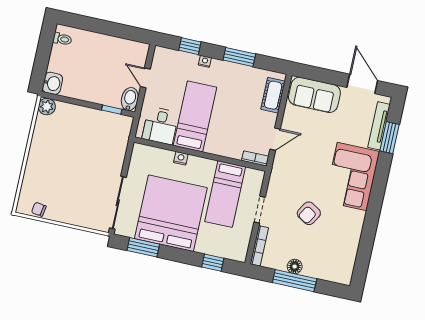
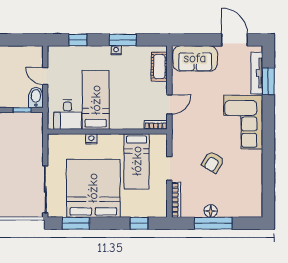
nightstand: (205, 61) -> (116, 50), moved

